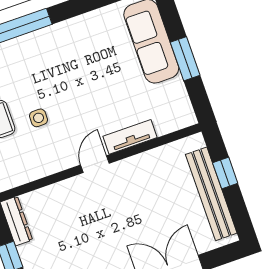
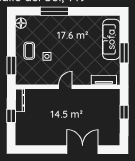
tv unit: (130, 137) -> (104, 80), moved
bench: (211, 194) -> (114, 119), removed

